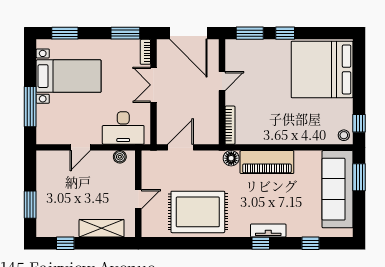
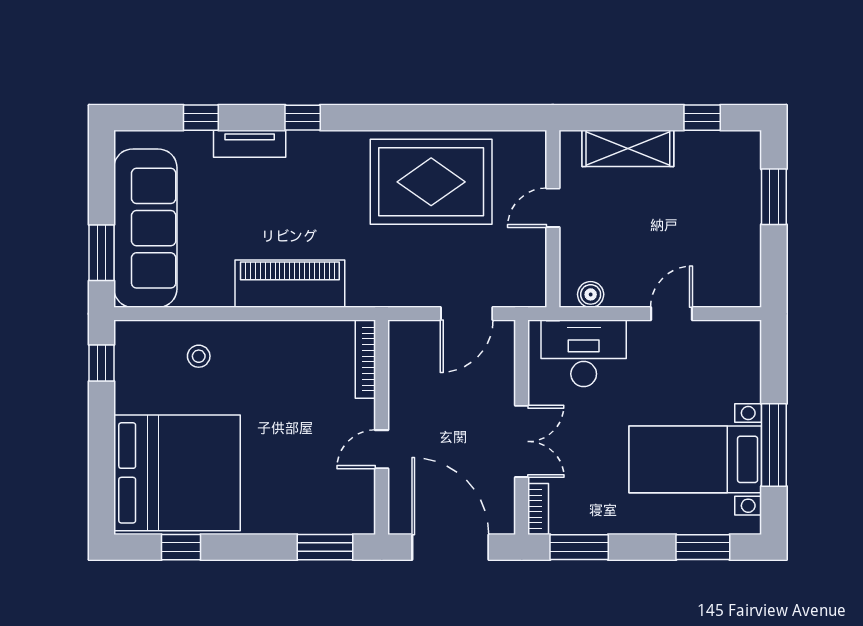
window: (285, 33) -> (181, 547), moved
window: (30, 107) -> (774, 445), moved
stool: (344, 135) -> (199, 356), moved
floor lamp: (231, 158) -> (363, 291), removed
tv unit: (268, 230) -> (250, 144), moved

